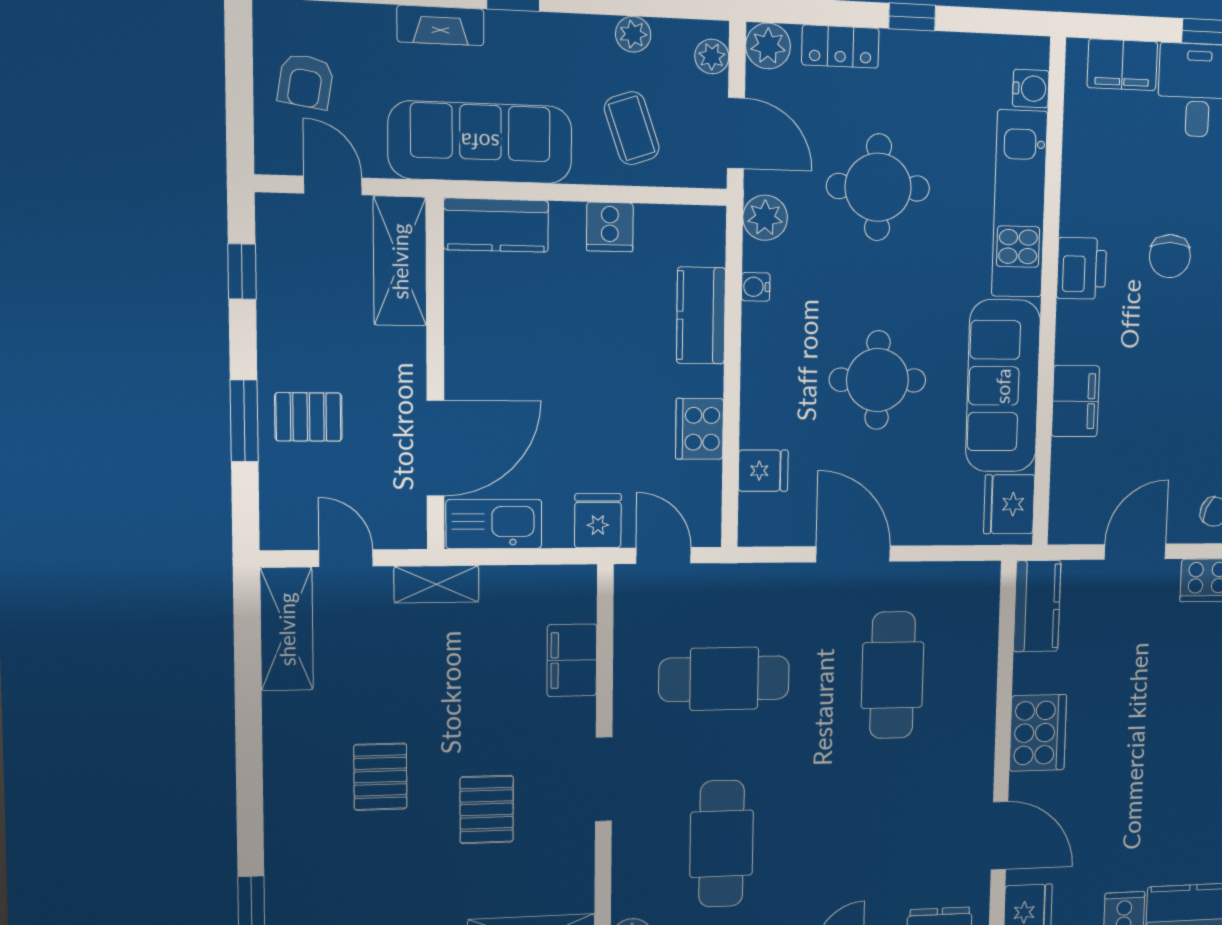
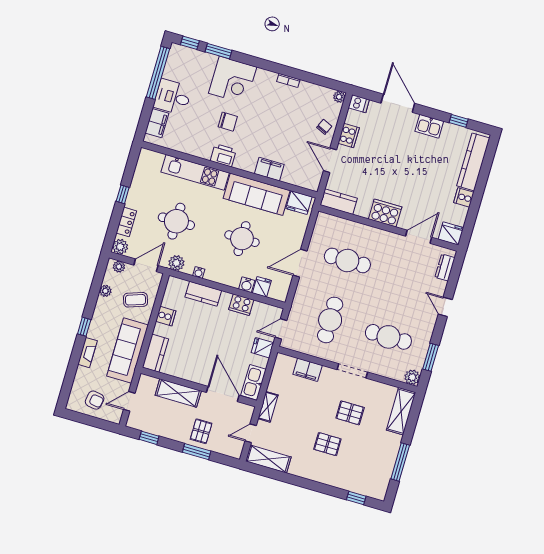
water cooler: (1031, 89) -> (247, 285), moved, turned 180
shelving: (400, 261) -> (178, 393), moved

